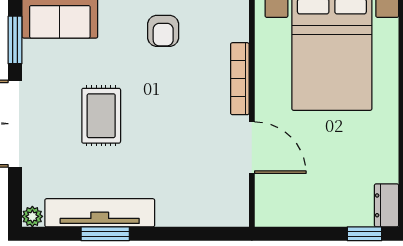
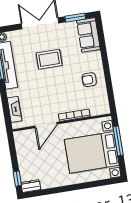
fireplace: (204, 214) -> (14, 109), added

